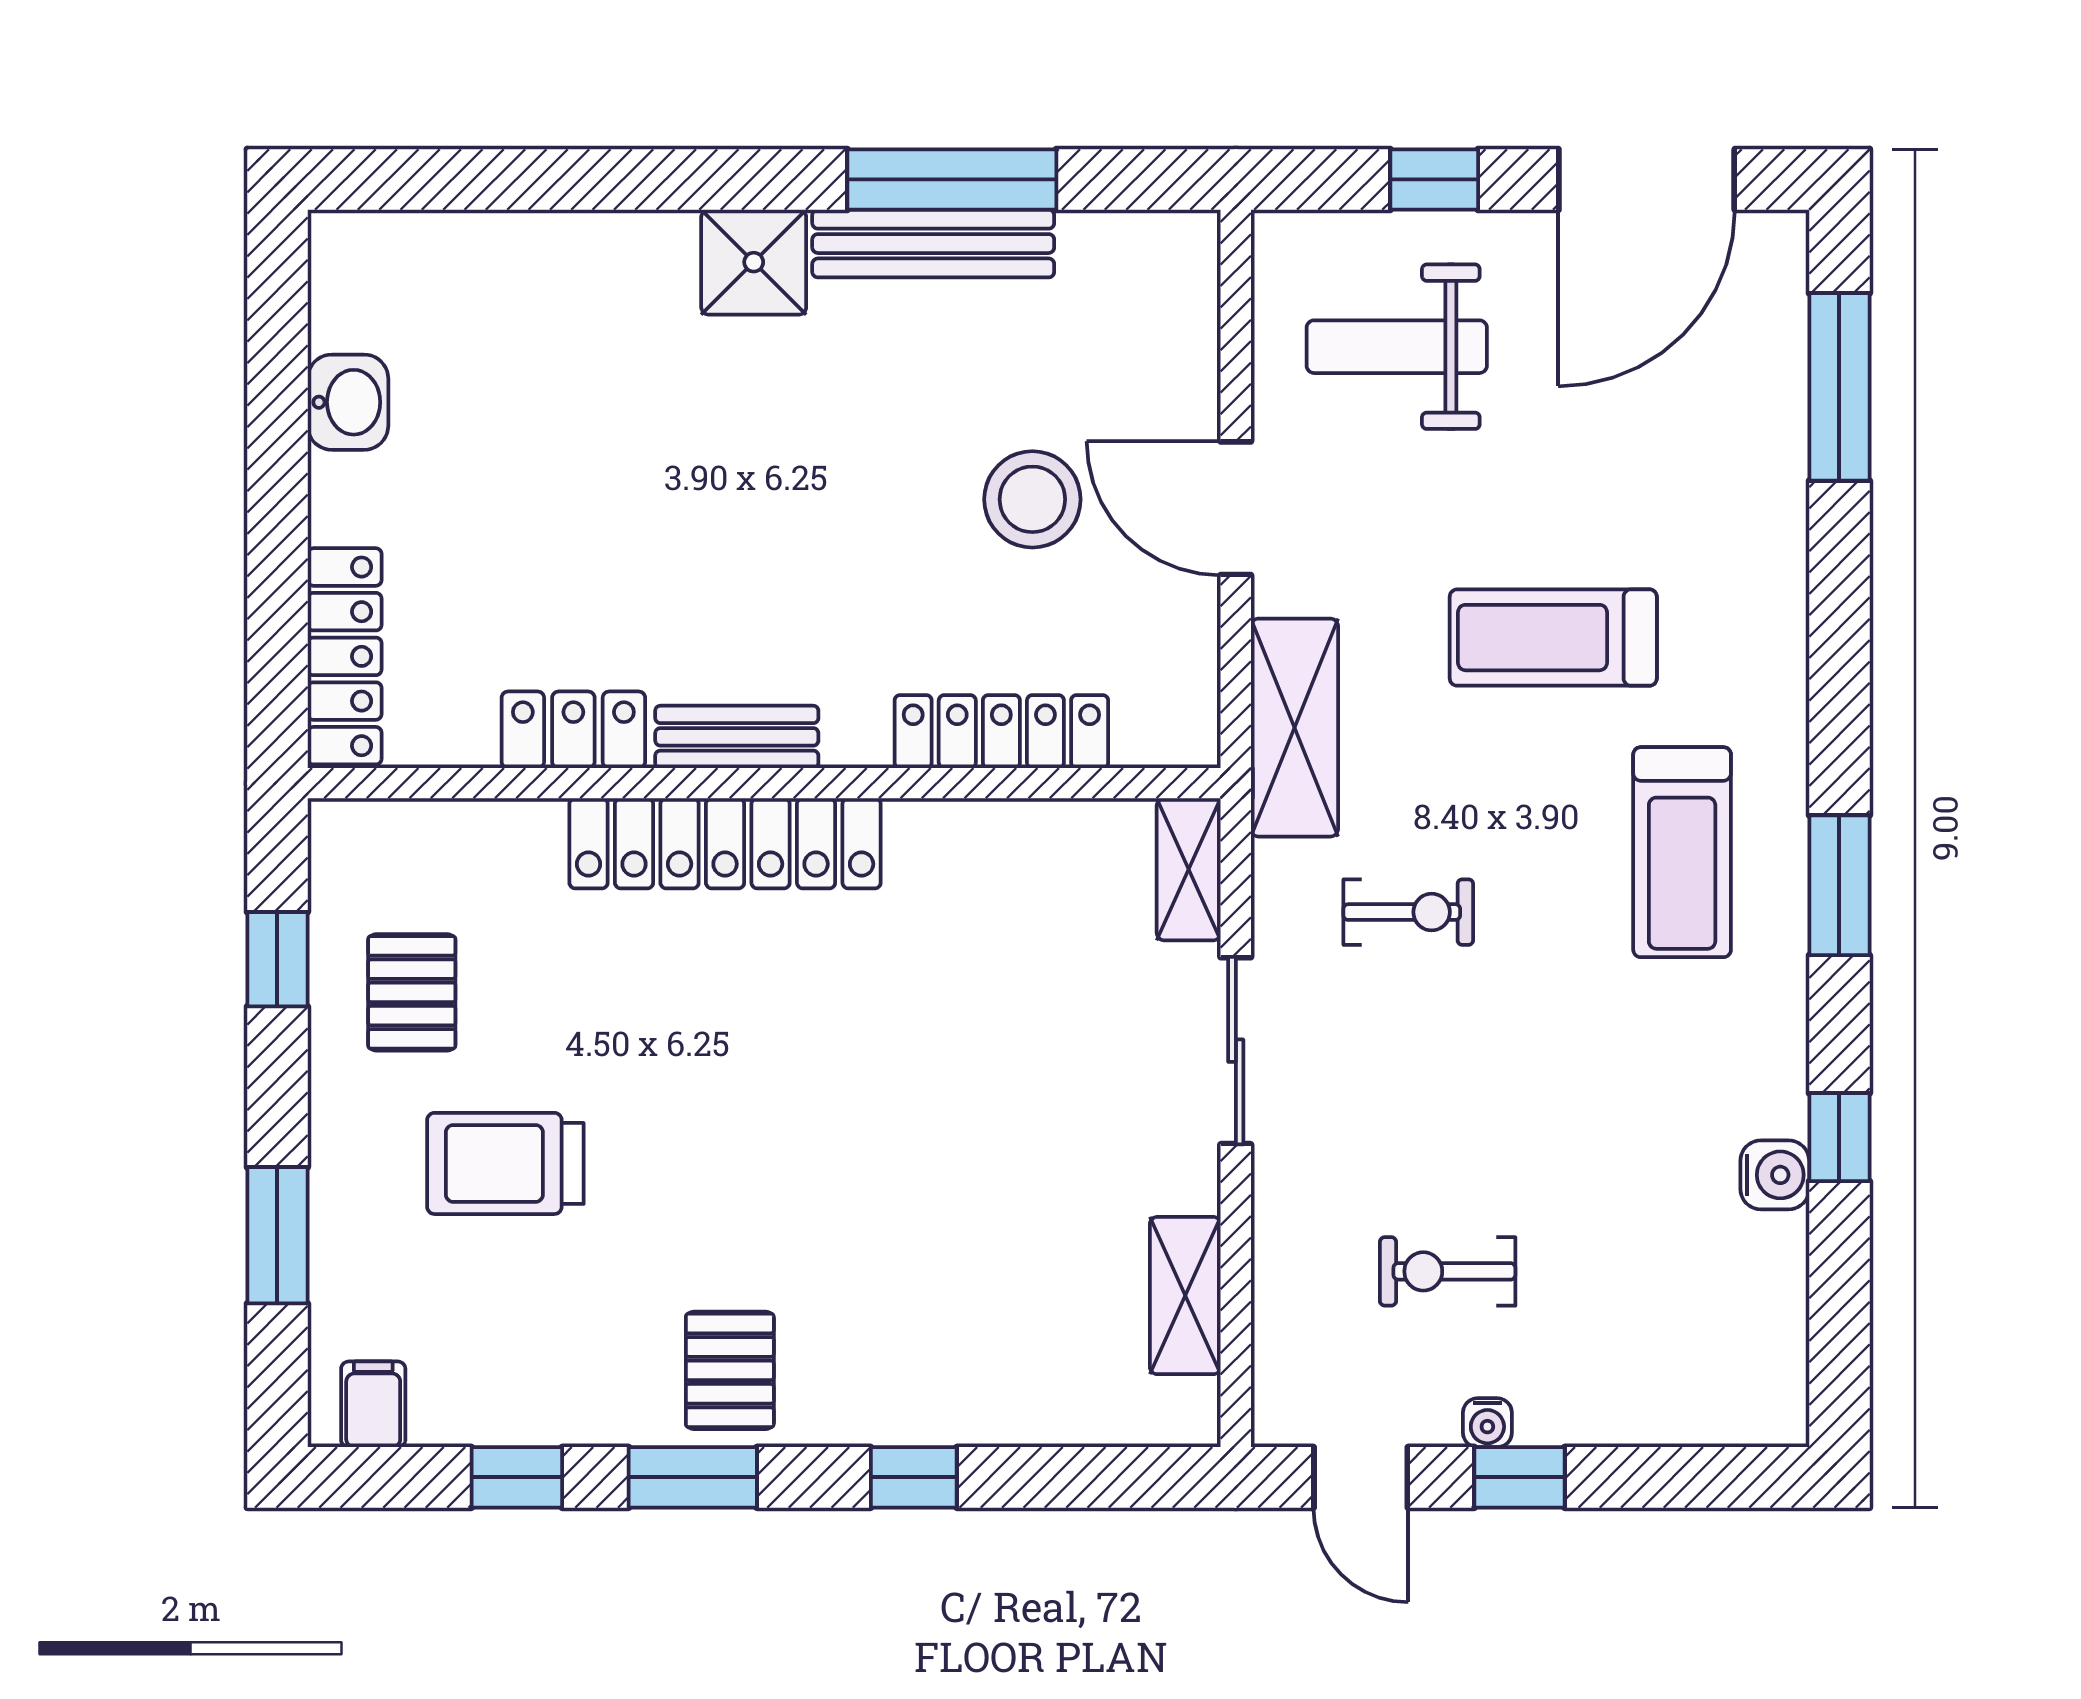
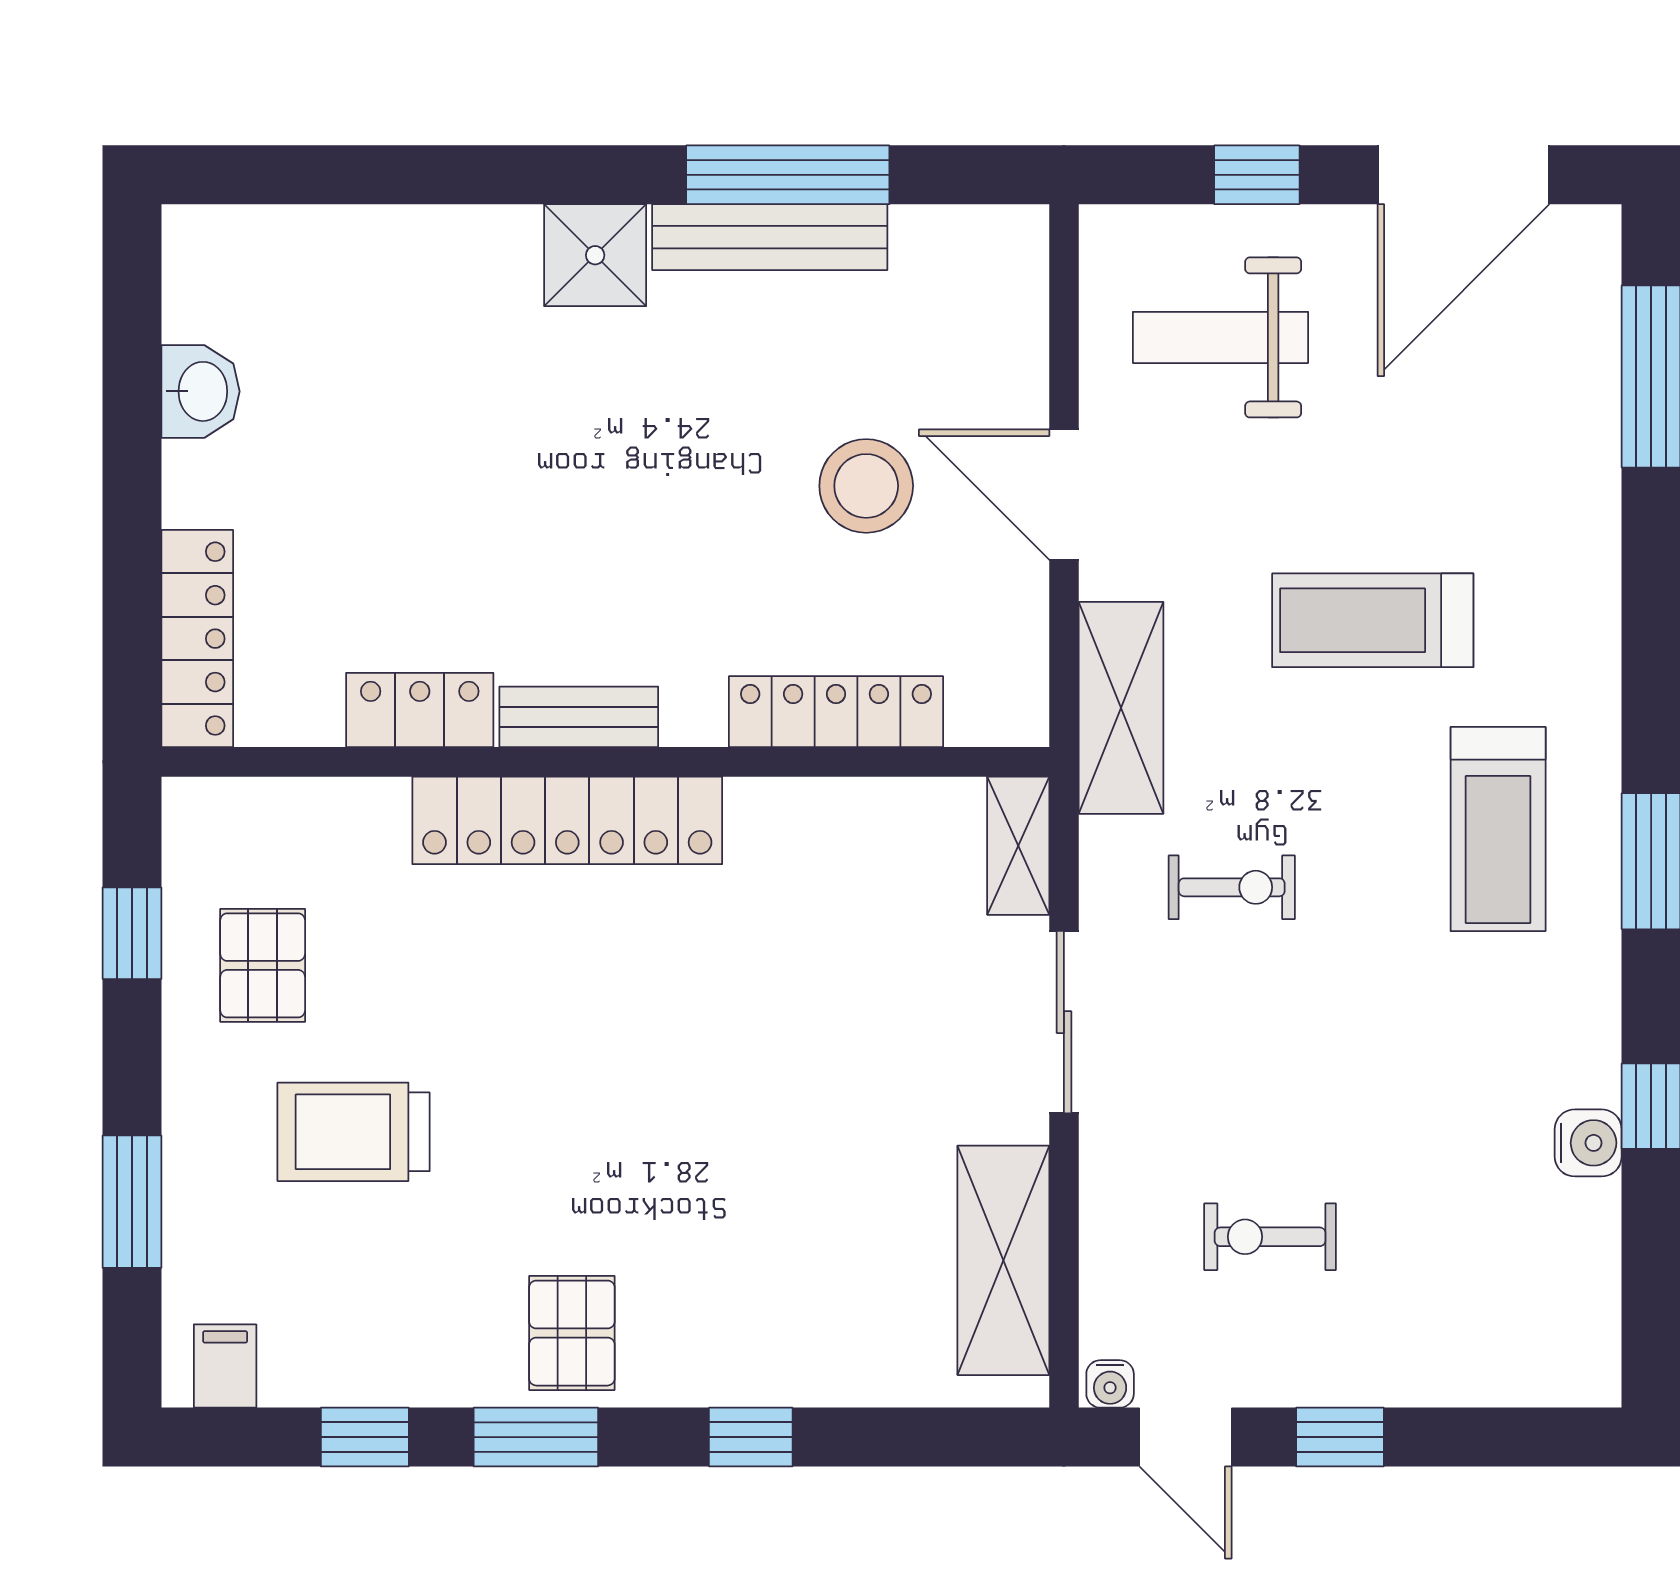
shelving: (1185, 1296) -> (1003, 1260), width x1.50, depth x1.33
water cooler: (1487, 1423) -> (1110, 1384), moved

